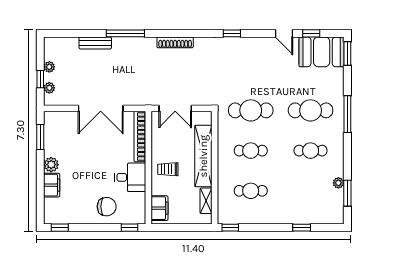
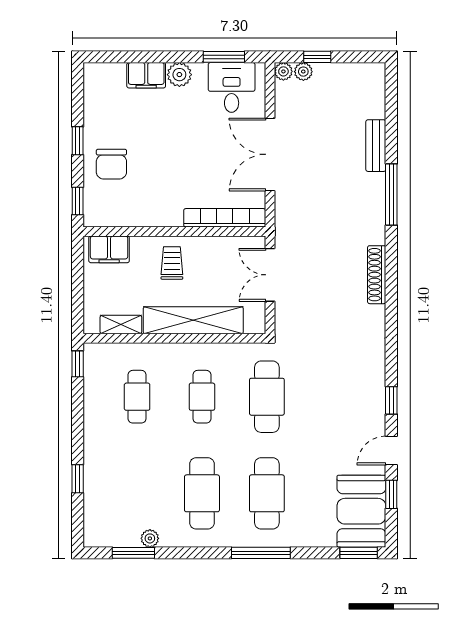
window: (232, 33) -> (391, 400), moved
plant: (49, 67) -> (283, 71), moved
cafe table: (311, 151) -> (202, 493), width x1.37, depth x1.35
desk: (130, 177) -> (232, 87), moved, turned 180
window: (60, 228) -> (78, 141), moved

